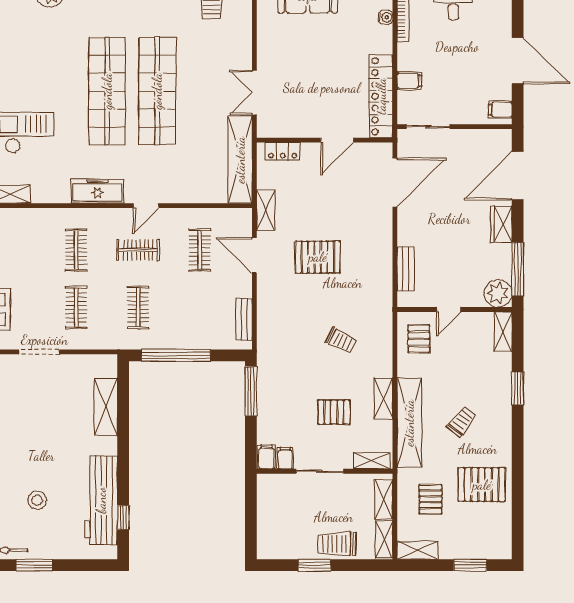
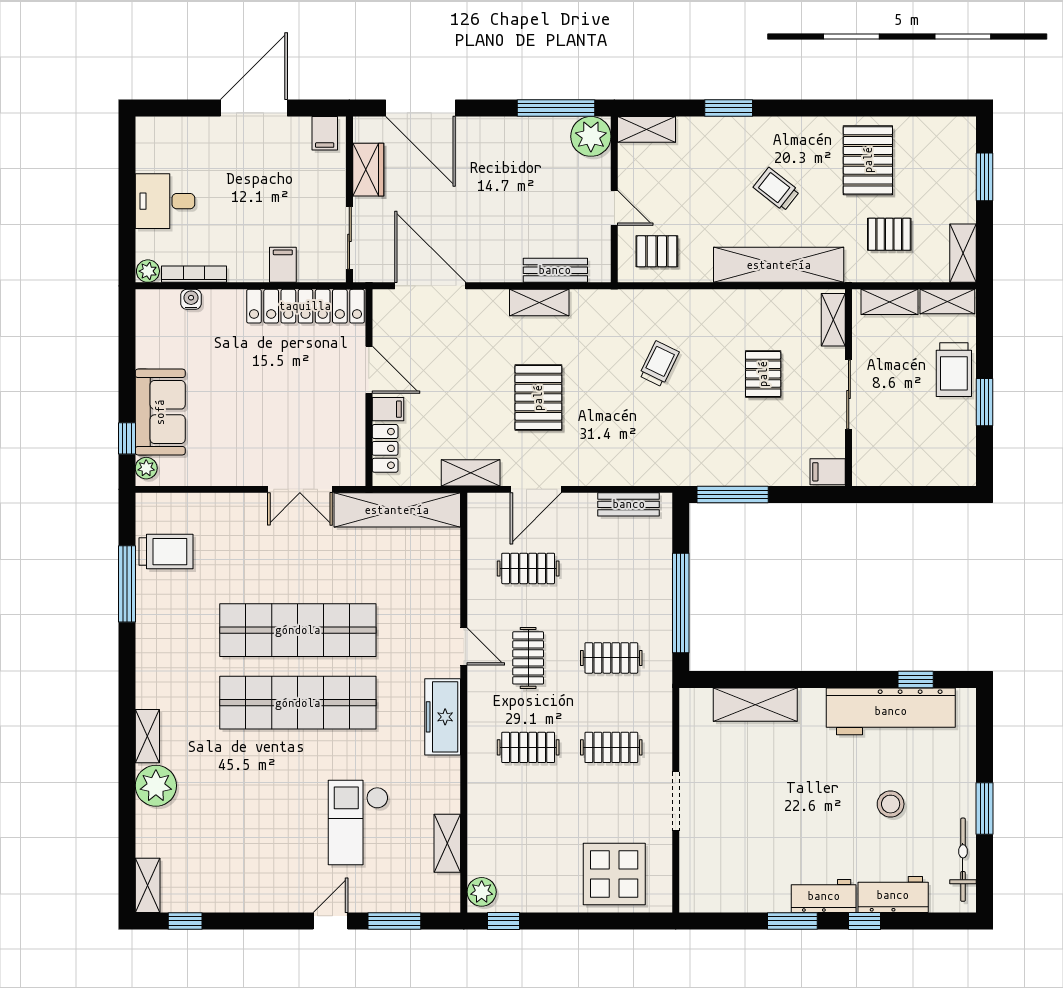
wardrobe: (501, 224) -> (368, 170), moved, turned -90
shelving: (383, 399) -> (539, 303), moved
filing cabinet: (285, 458) -> (388, 409), moved, turned 180

